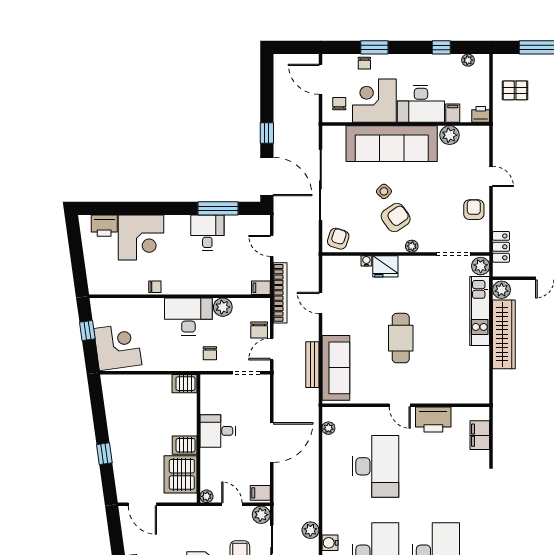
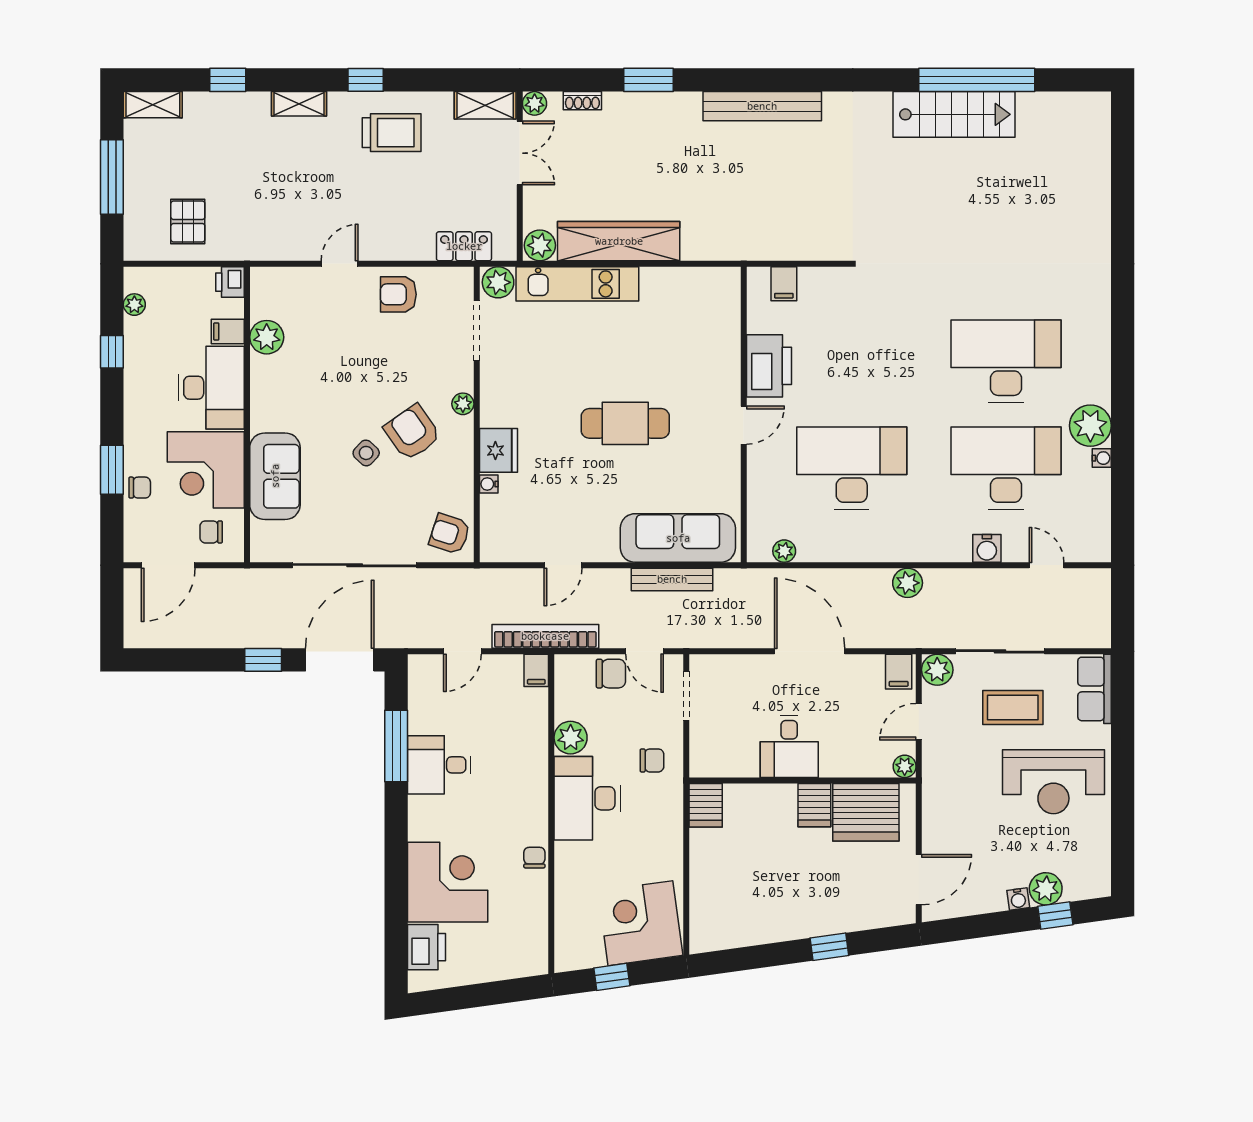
sofa: (392, 144) -> (275, 476), width x0.54, depth x0.79
filing cabinet: (480, 435) -> (784, 284), width x0.50
plant: (310, 530) -> (908, 583), moved

